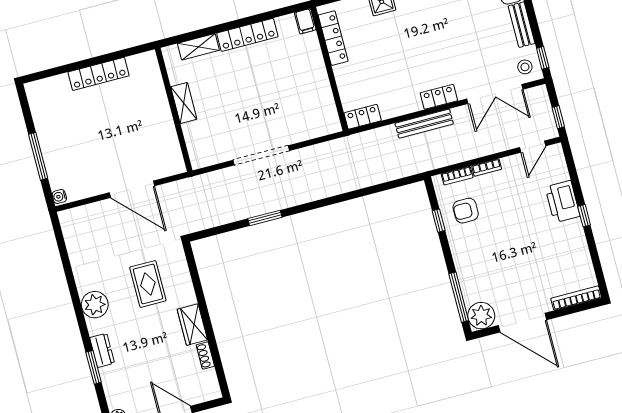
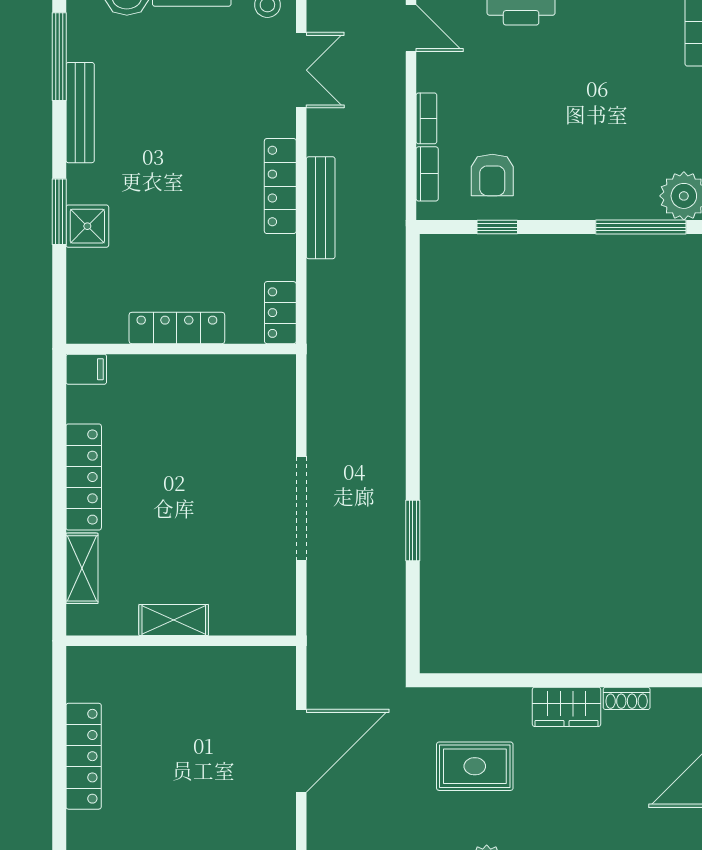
locker: (333, 38) -> (177, 328), moved
double door: (495, 94) -> (301, 70), width x0.73
locker: (439, 97) -> (280, 186), width x1.53

